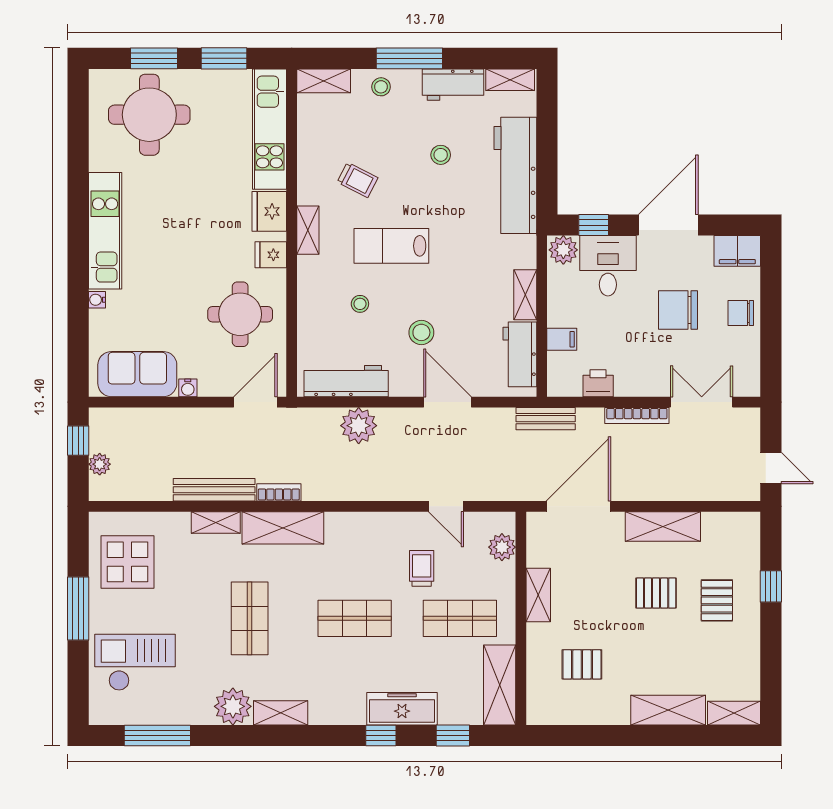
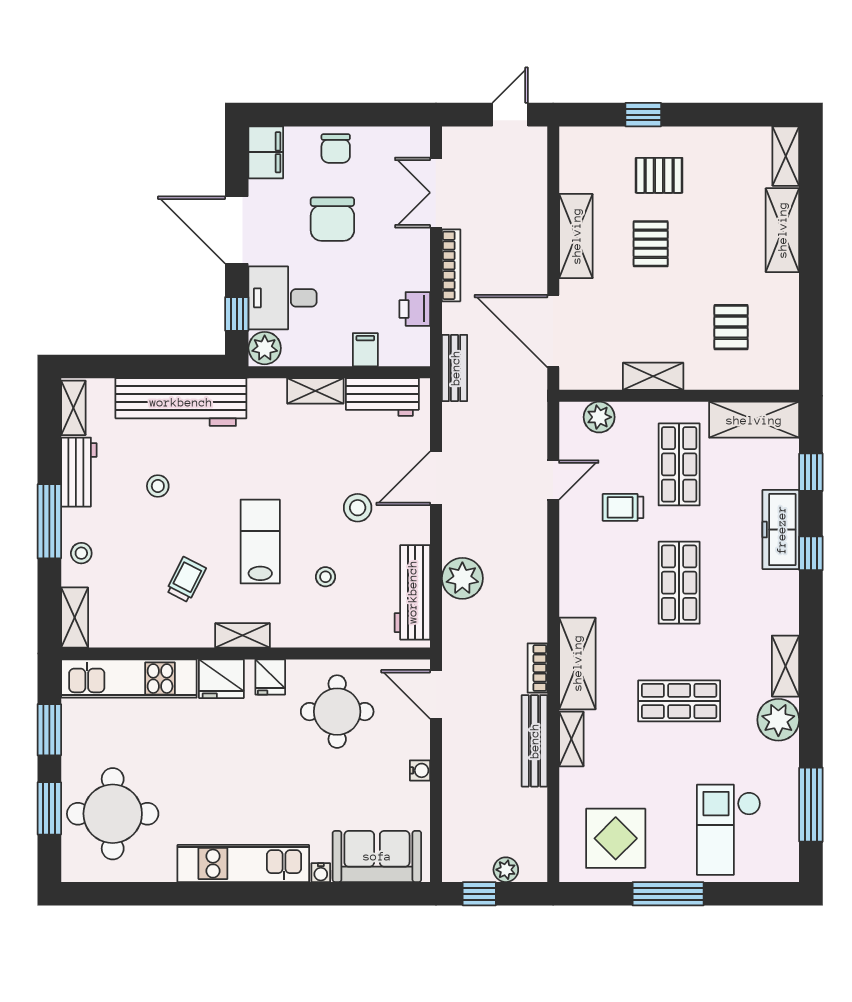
lab bench: (391, 246) -> (260, 541), turned 180
sofa: (137, 374) -> (377, 856), moved, turned 90

